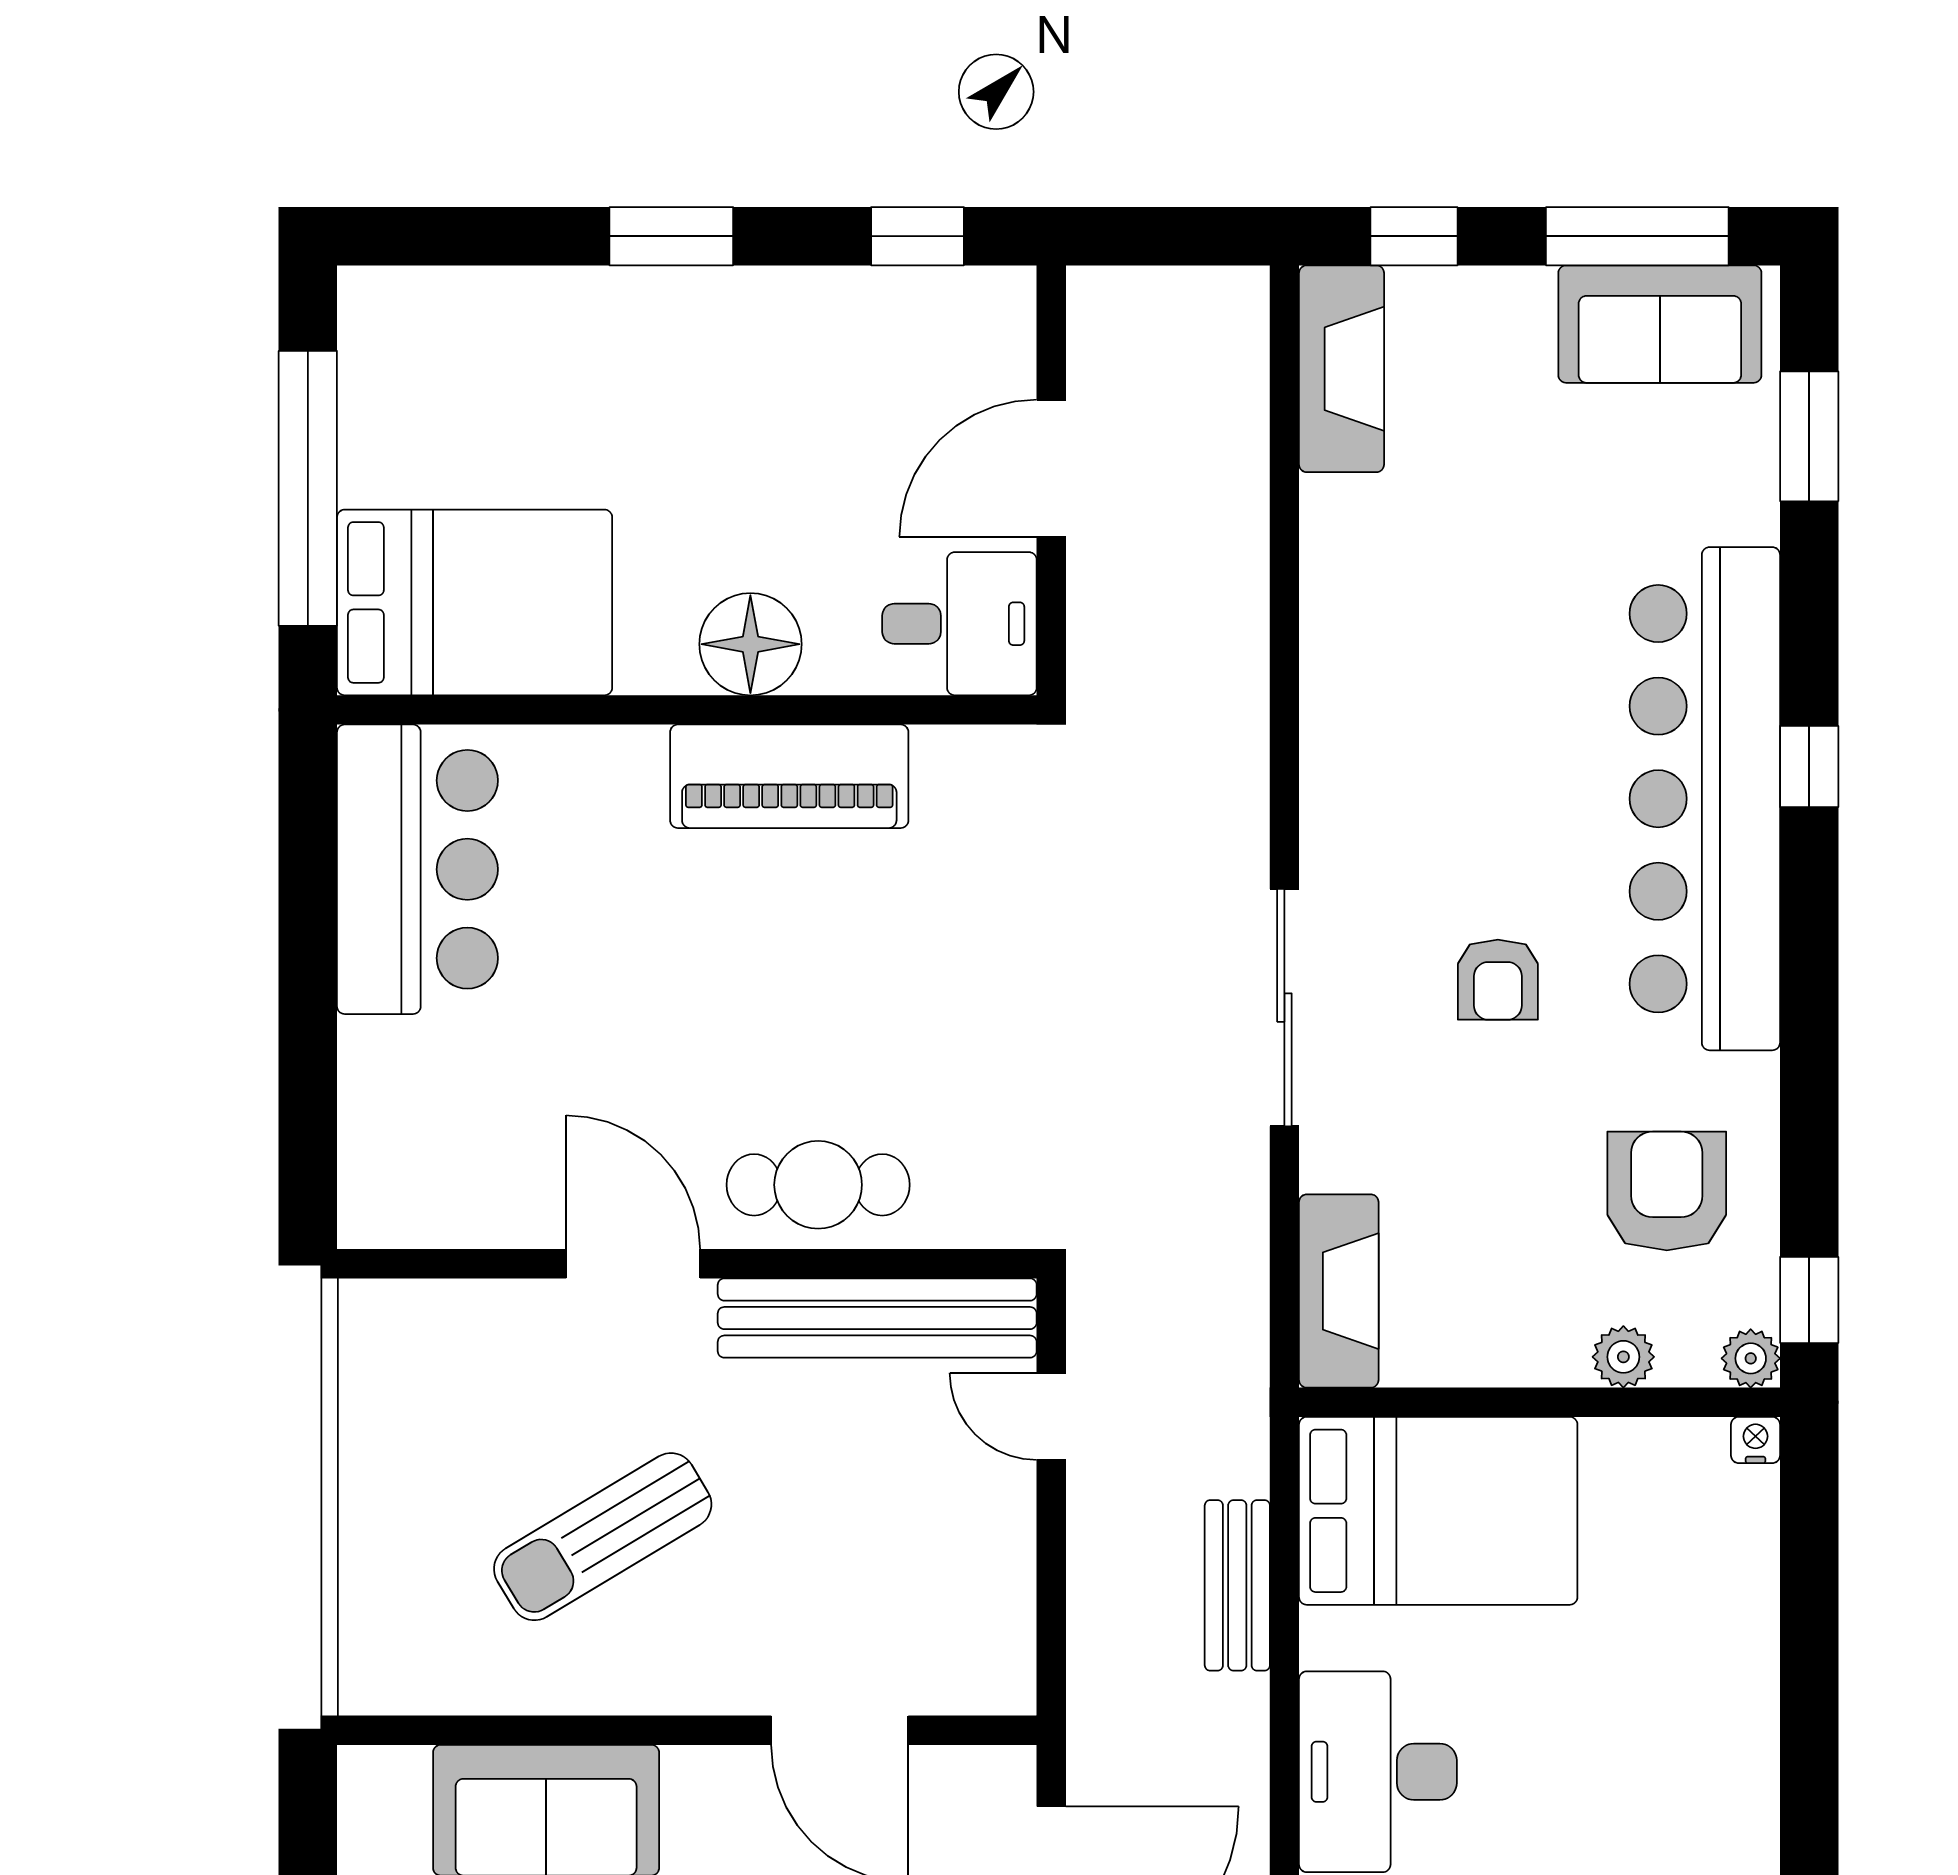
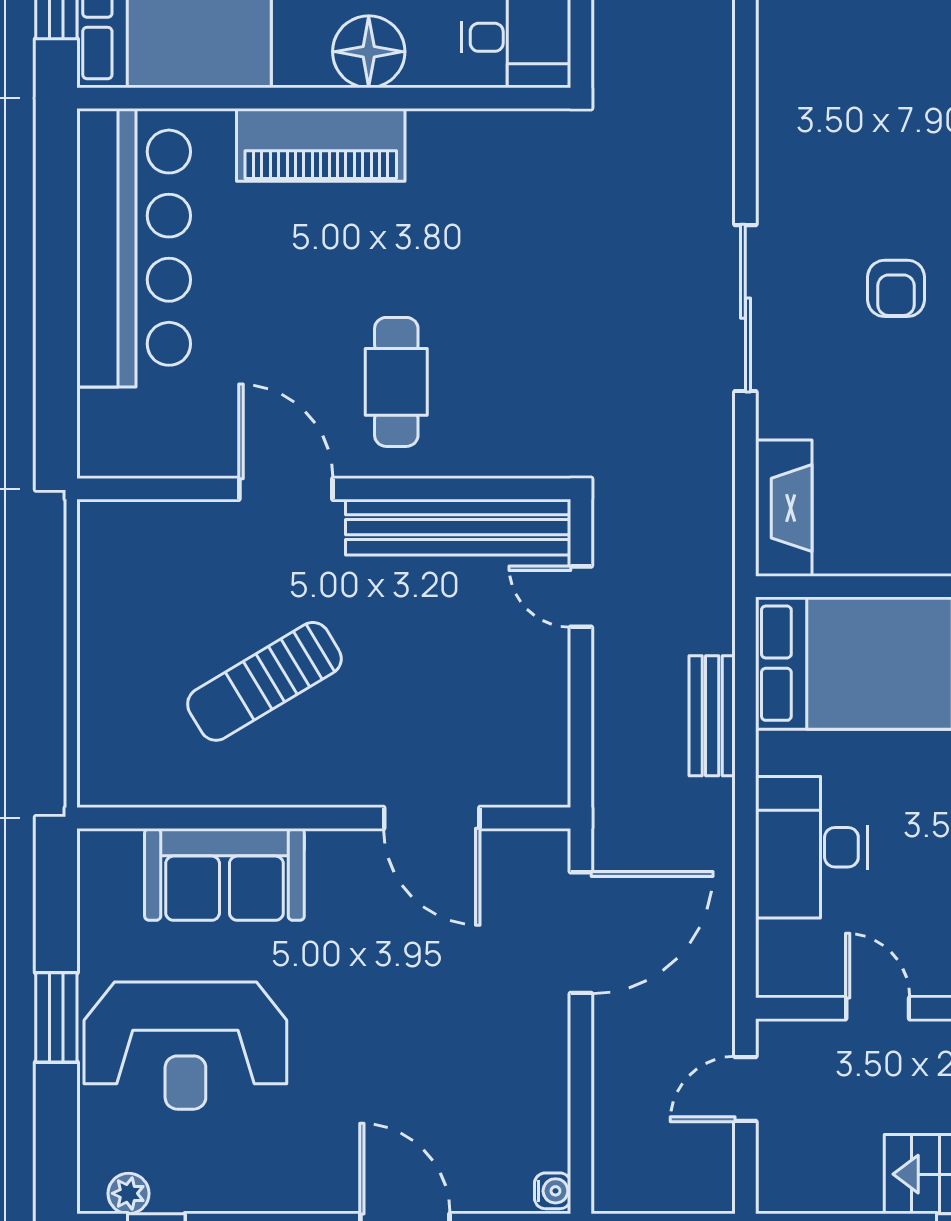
piano: (789, 776) -> (321, 145), moved
bar counter: (417, 869) -> (134, 248), width x1.36
cafe table: (818, 1185) -> (396, 382), moved, turned 90

